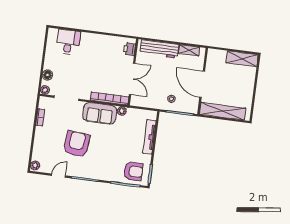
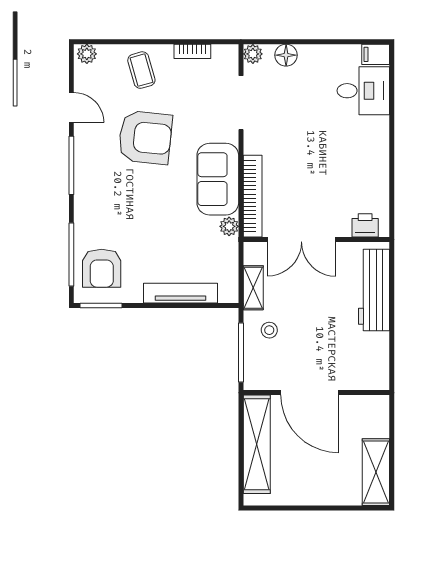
filing cabinet: (52, 34) -> (376, 54), added
shelving: (189, 50) -> (253, 288), moved
door: (202, 84) -> (309, 393), swing flipped
coffee table: (46, 142) -> (141, 70), added

